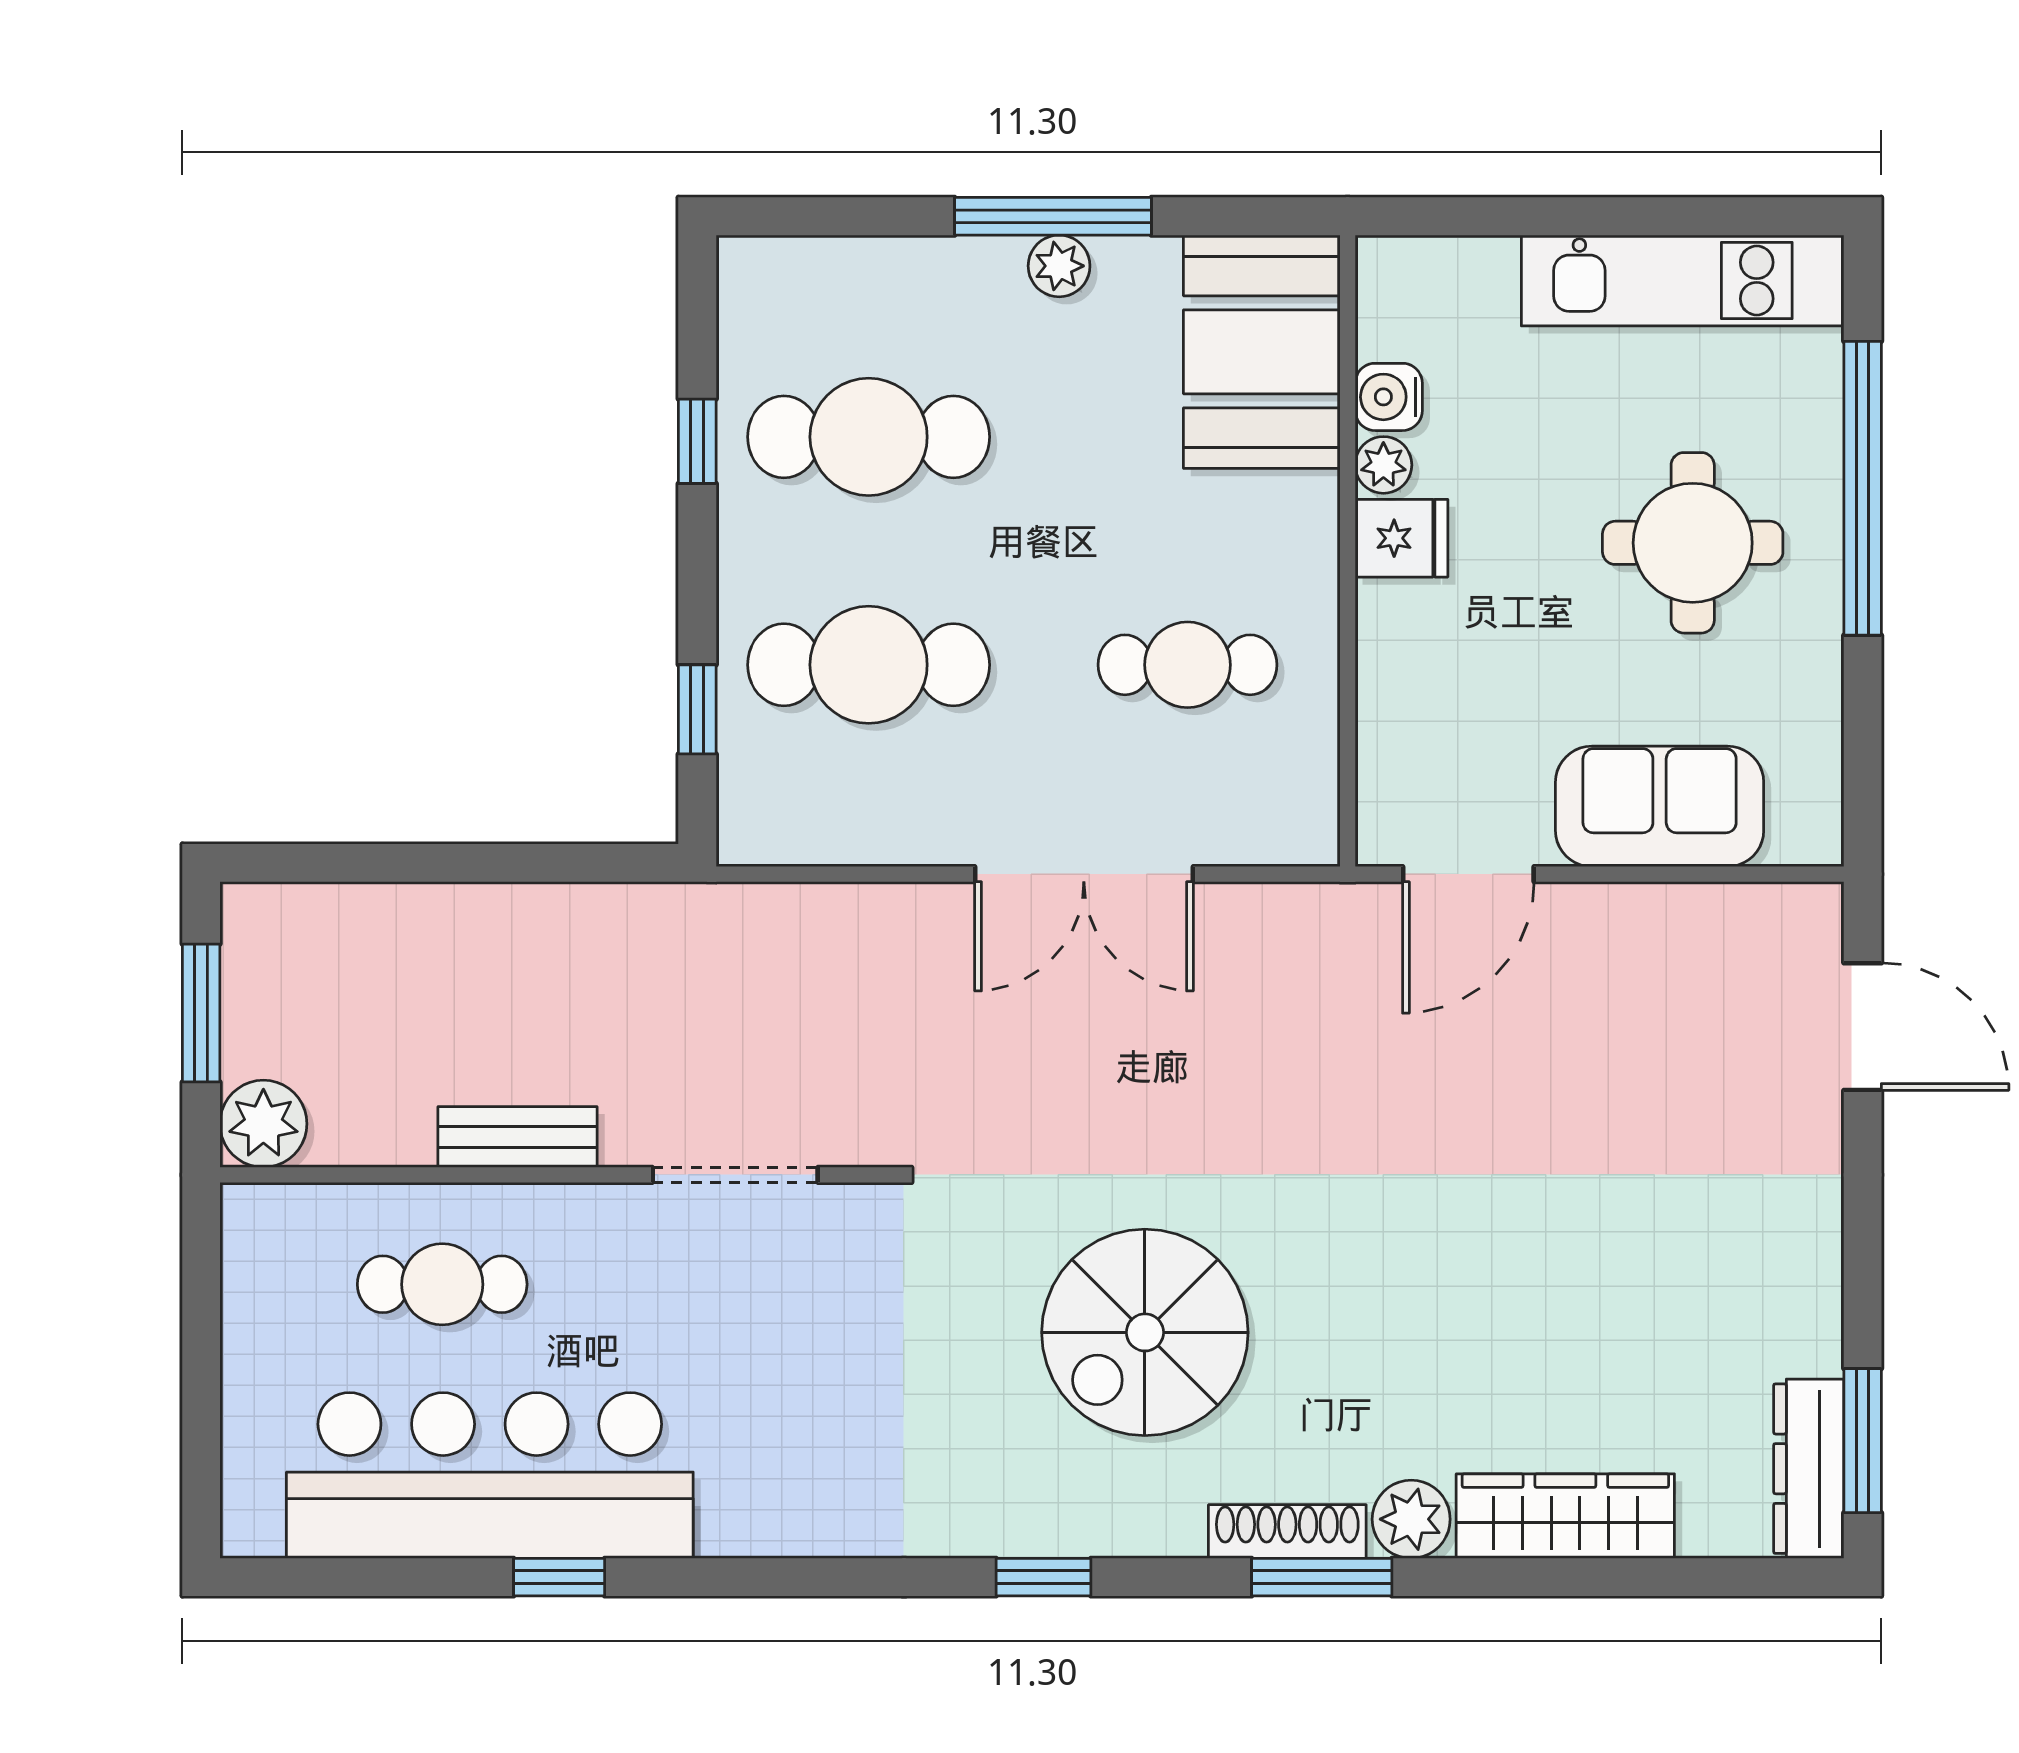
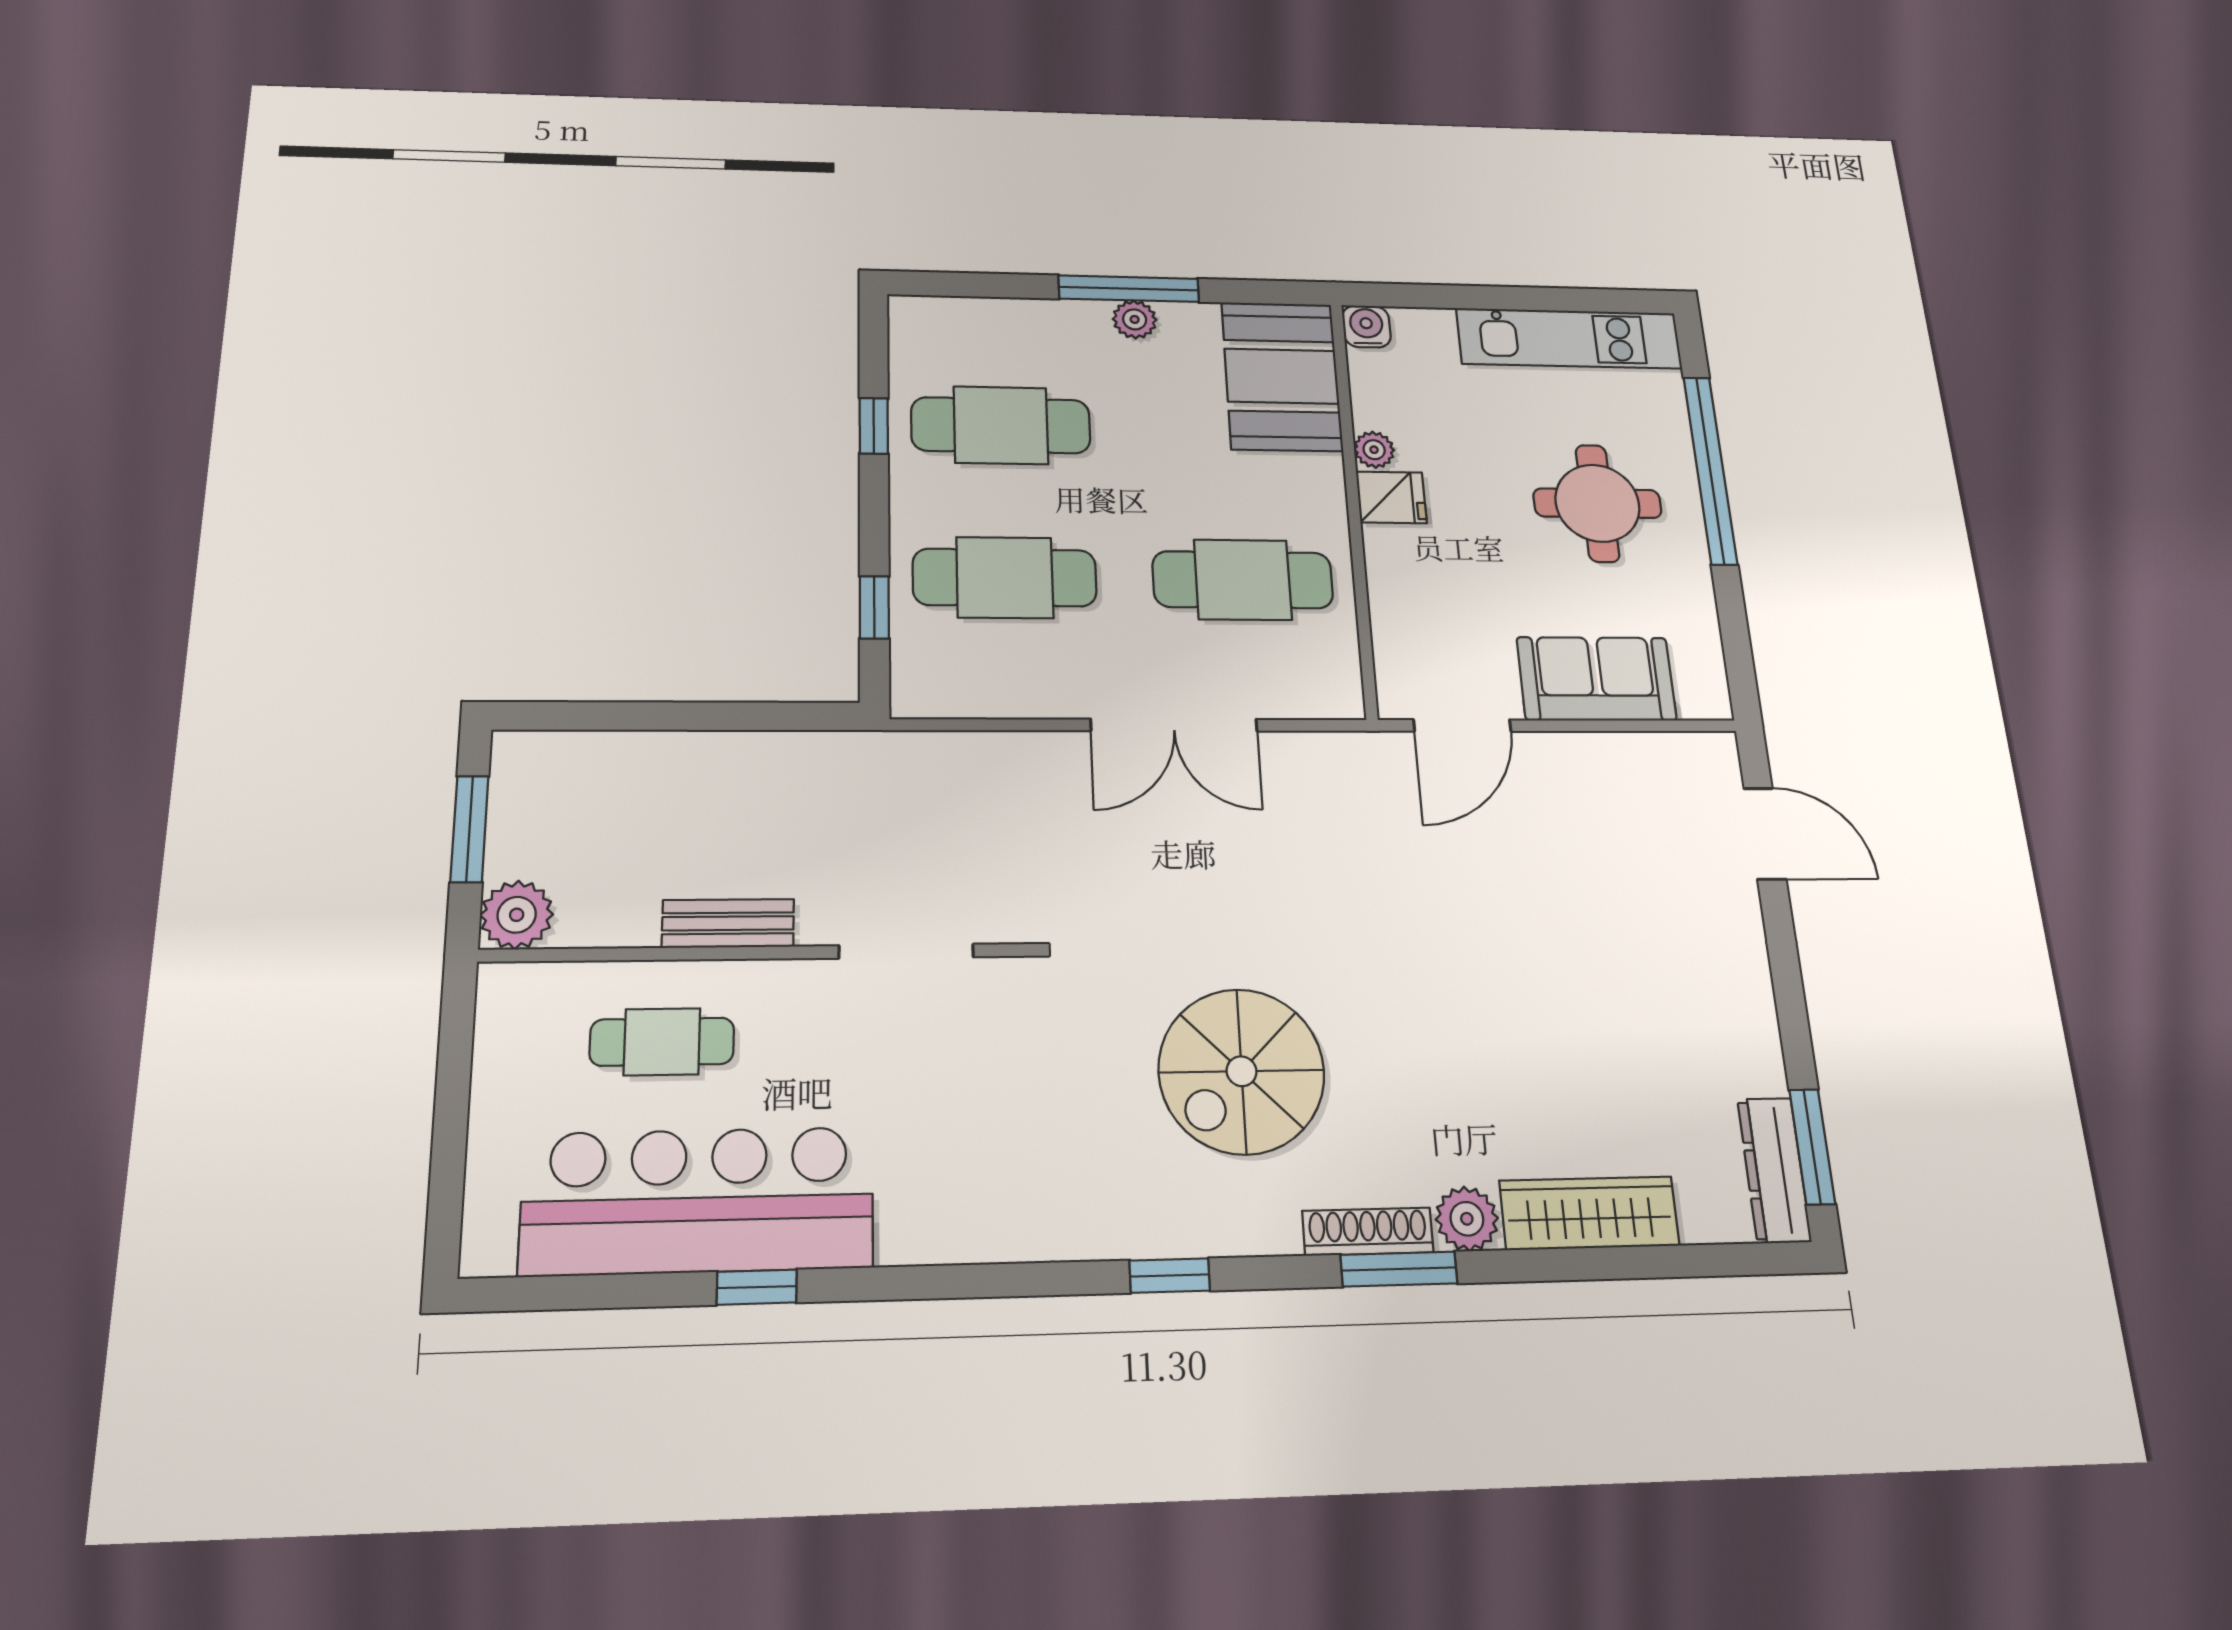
water cooler: (1389, 397) -> (1366, 326), moved, turned 90
cafe table: (1188, 665) -> (1243, 580), width x1.37, depth x1.35

